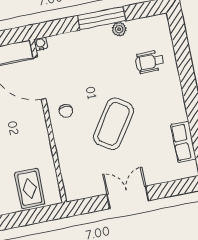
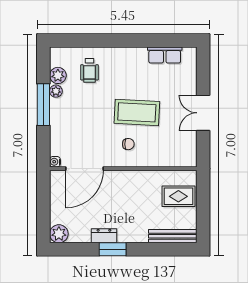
plant: (137, 28) -> (58, 75), added
chair: (66, 111) -> (128, 144), moved
coffee table: (114, 124) -> (137, 112), turned -31

